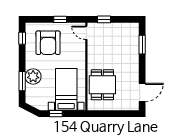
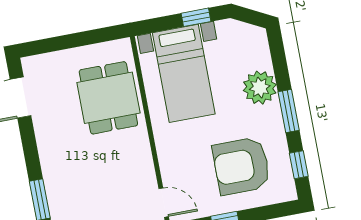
armchair: (48, 43) -> (241, 166), turned -90
window: (22, 81) -> (289, 111), moved

